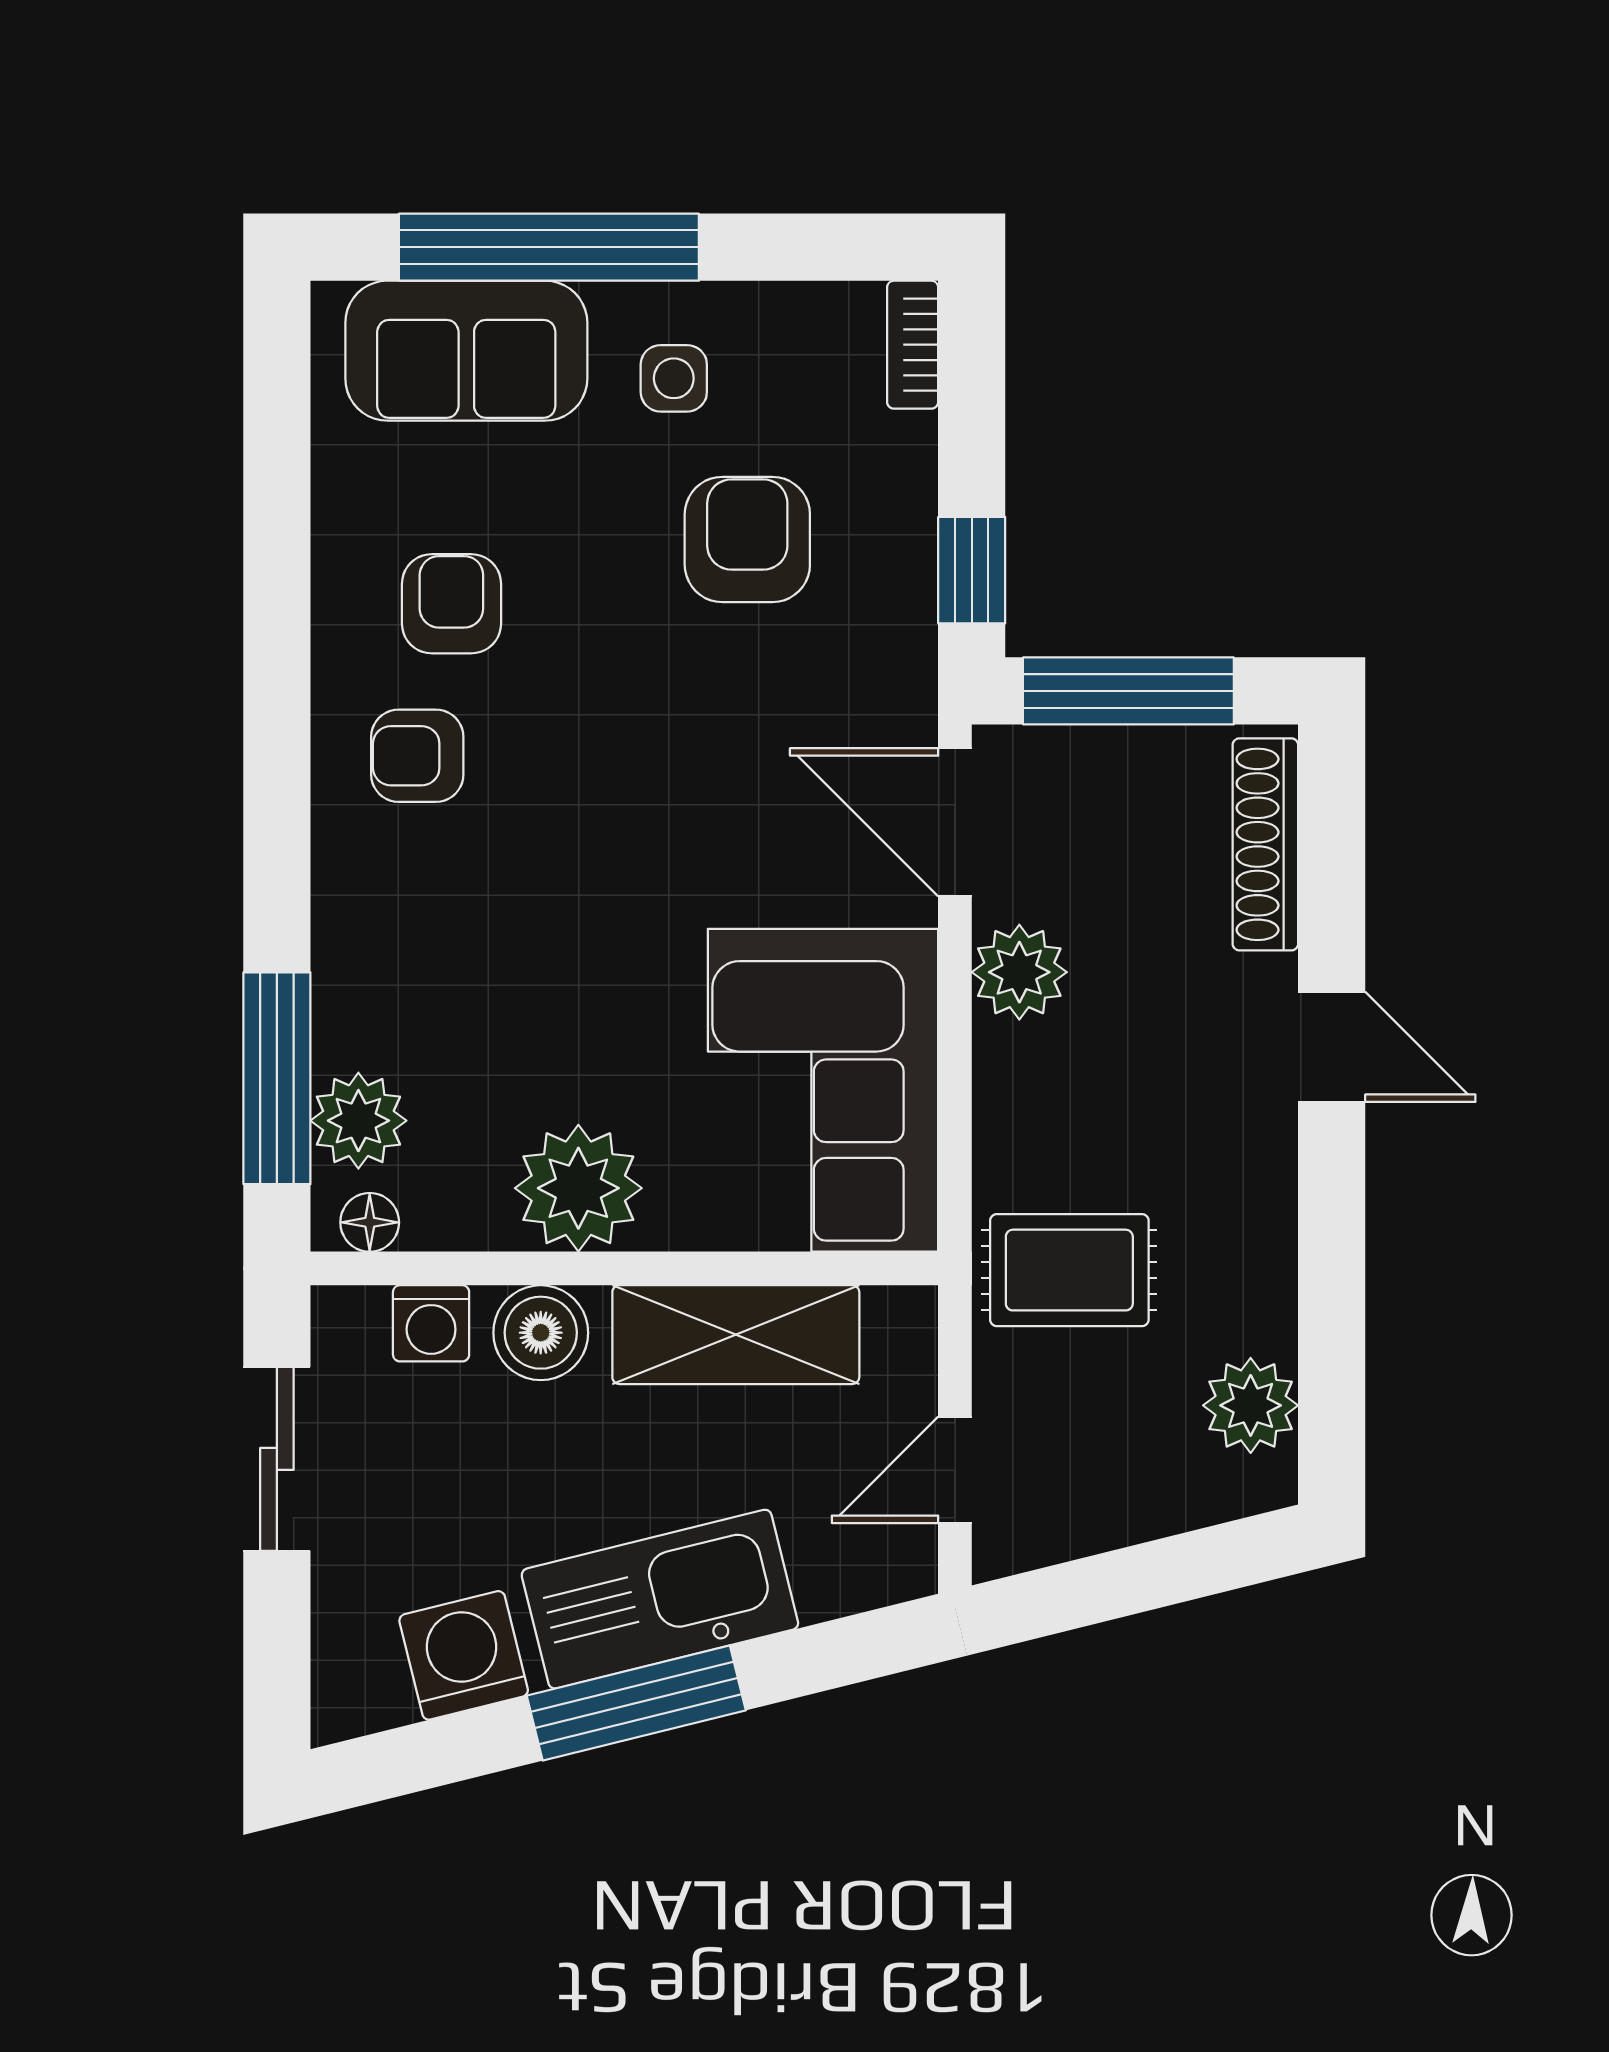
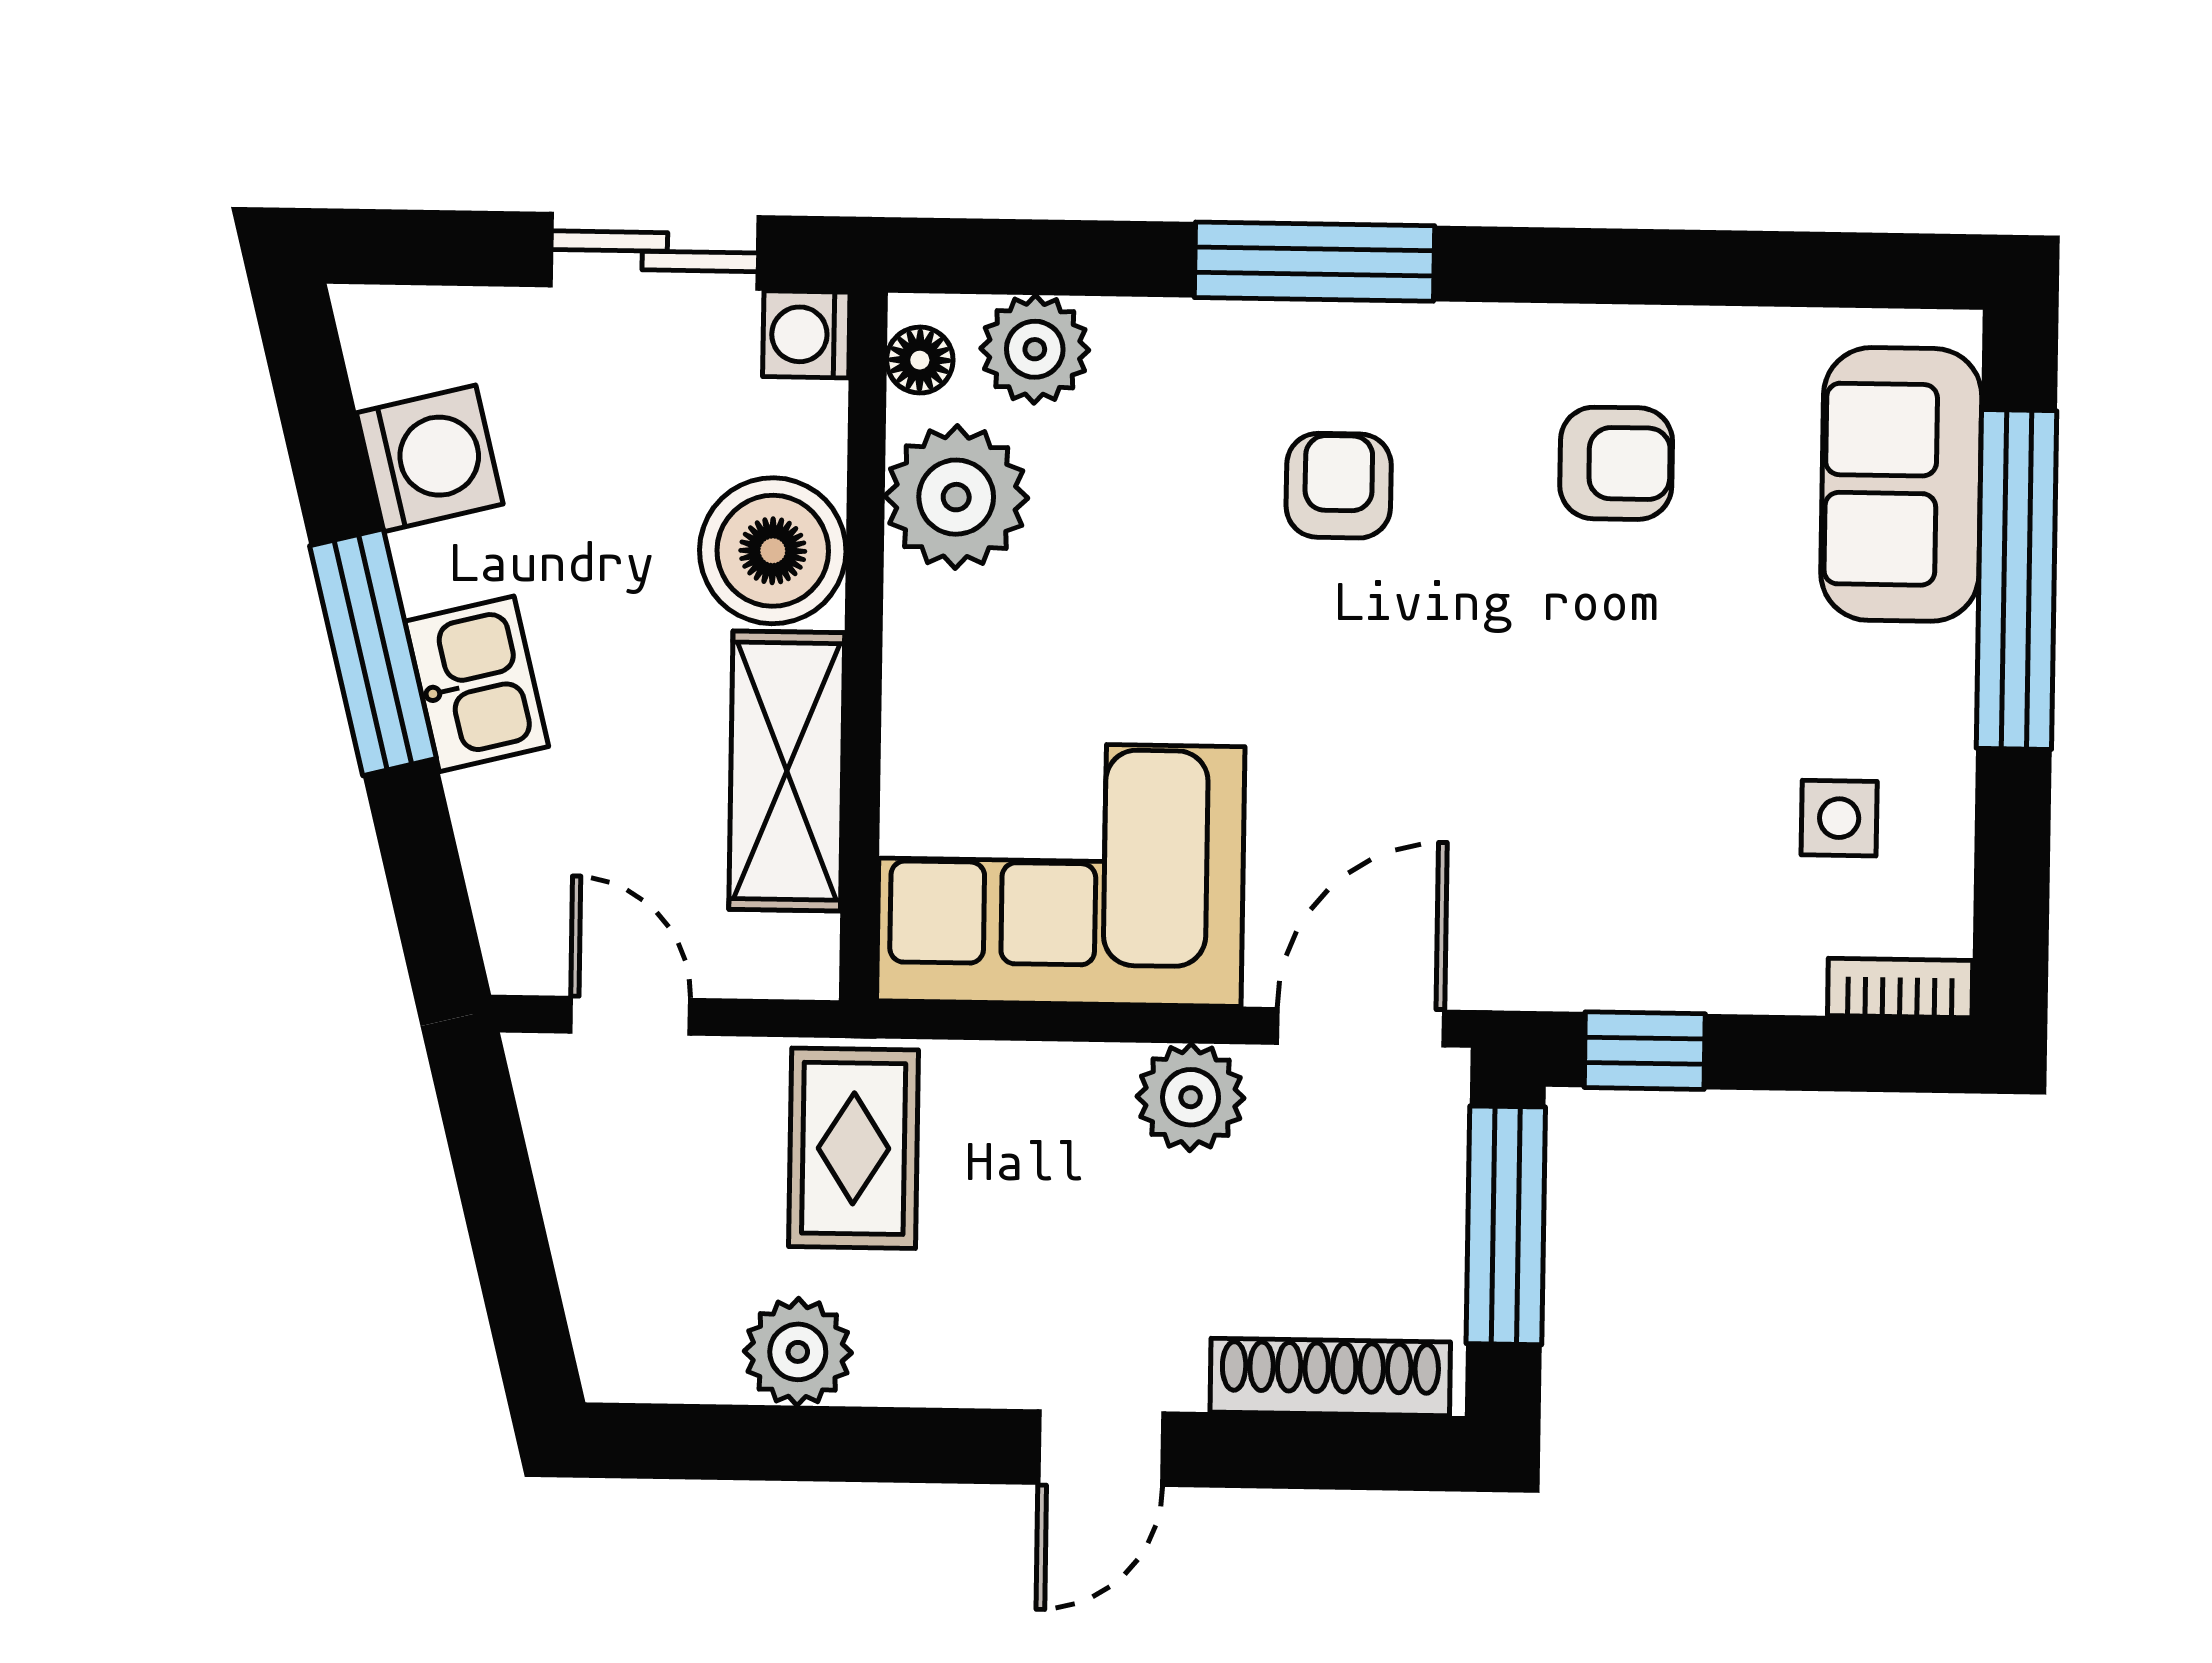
side table: (674, 378) -> (1839, 818), moved
armchair: (747, 540) -> (1683, 798), removed
armchair: (417, 756) -> (1339, 486), moved
window: (277, 1078) -> (1314, 262), moved
plant: (578, 1188) -> (956, 497), moved
washing machine: (431, 1323) -> (806, 334), moved
boiler: (541, 1333) -> (773, 551), width x1.37, depth x1.37
plant: (1251, 1405) -> (798, 1352), moved
kitchen sink: (660, 1599) -> (477, 684), width x0.53, depth x0.81

